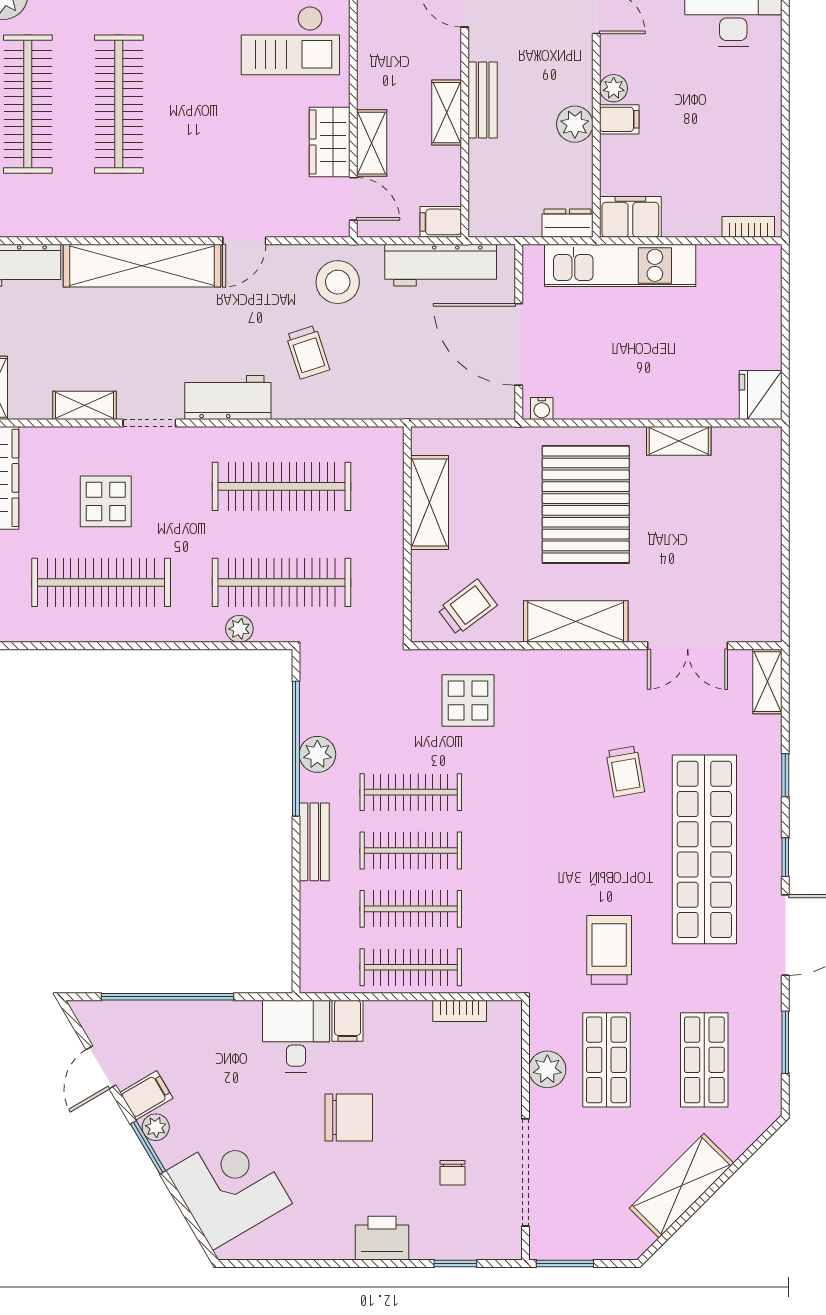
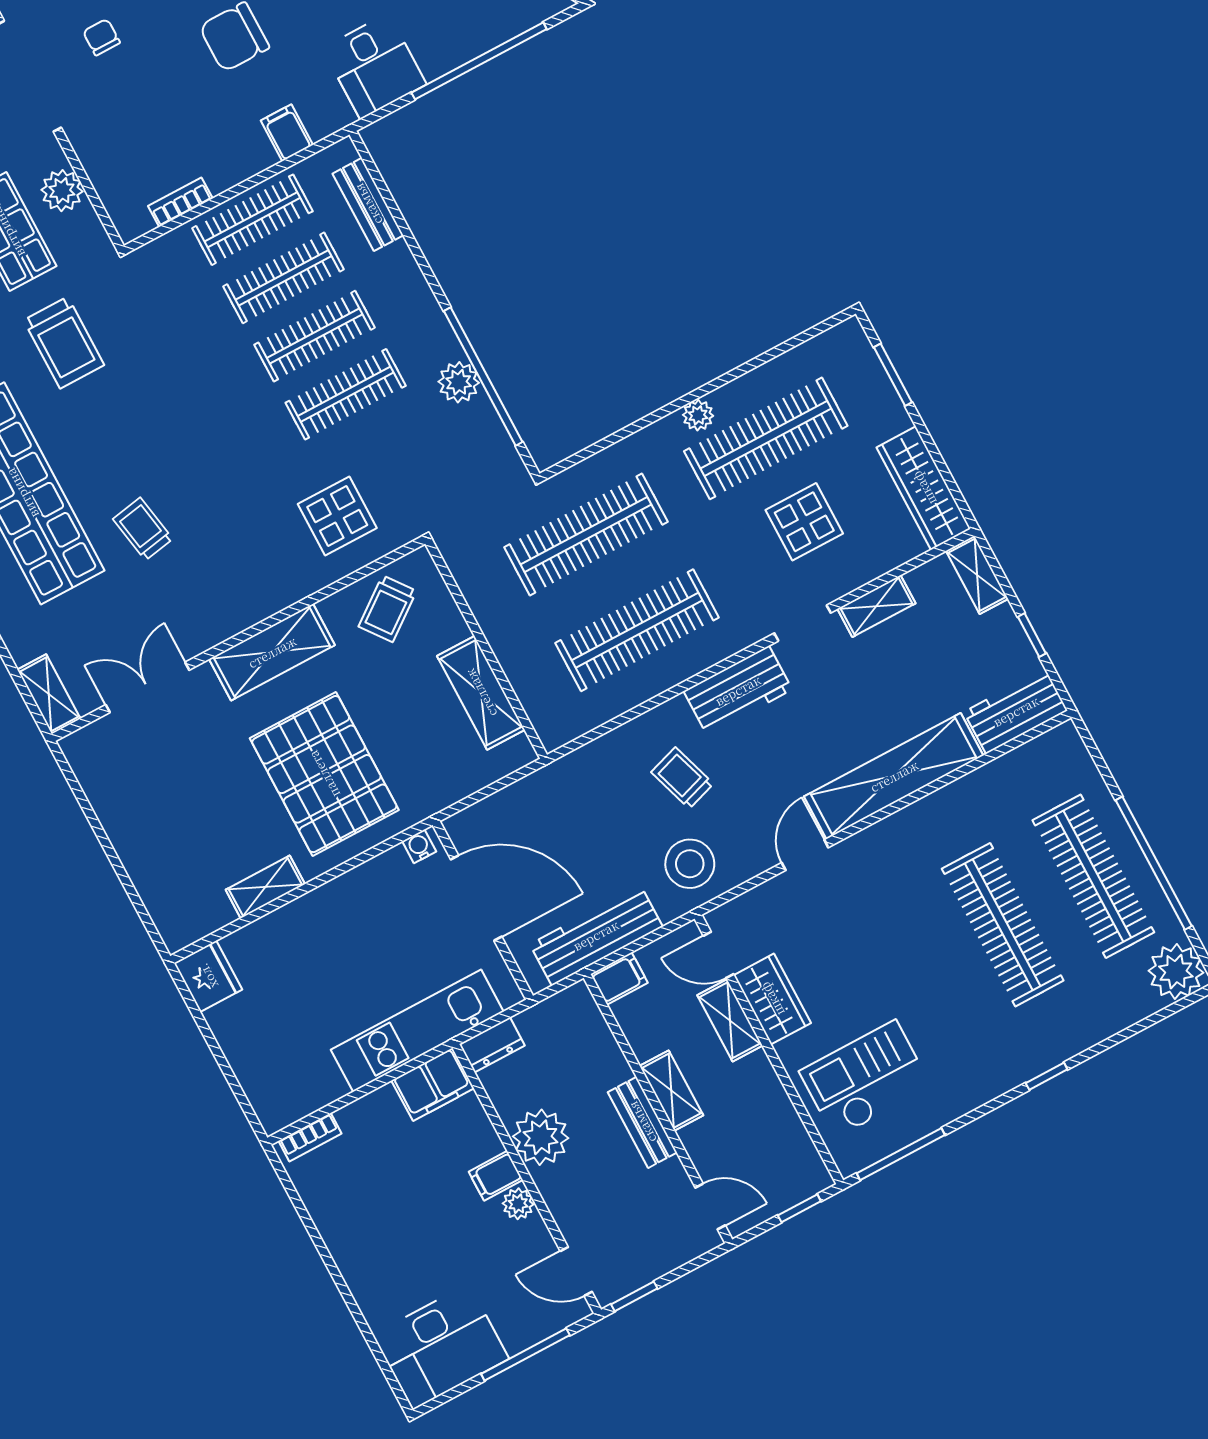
plant: (575, 124) -> (541, 1137), width x1.36, depth x1.36
plant: (239, 629) -> (698, 415), moved
bench: (314, 842) -> (368, 204), moved
desk: (296, 1036) -> (374, 66), moved

